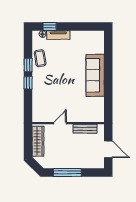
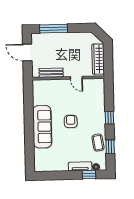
window: (28, 65) -> (110, 147), moved
armchair: (67, 80) -> (71, 121), added
door: (60, 123) -> (76, 78), hinge flipped
window: (67, 172) -> (53, 29), moved

